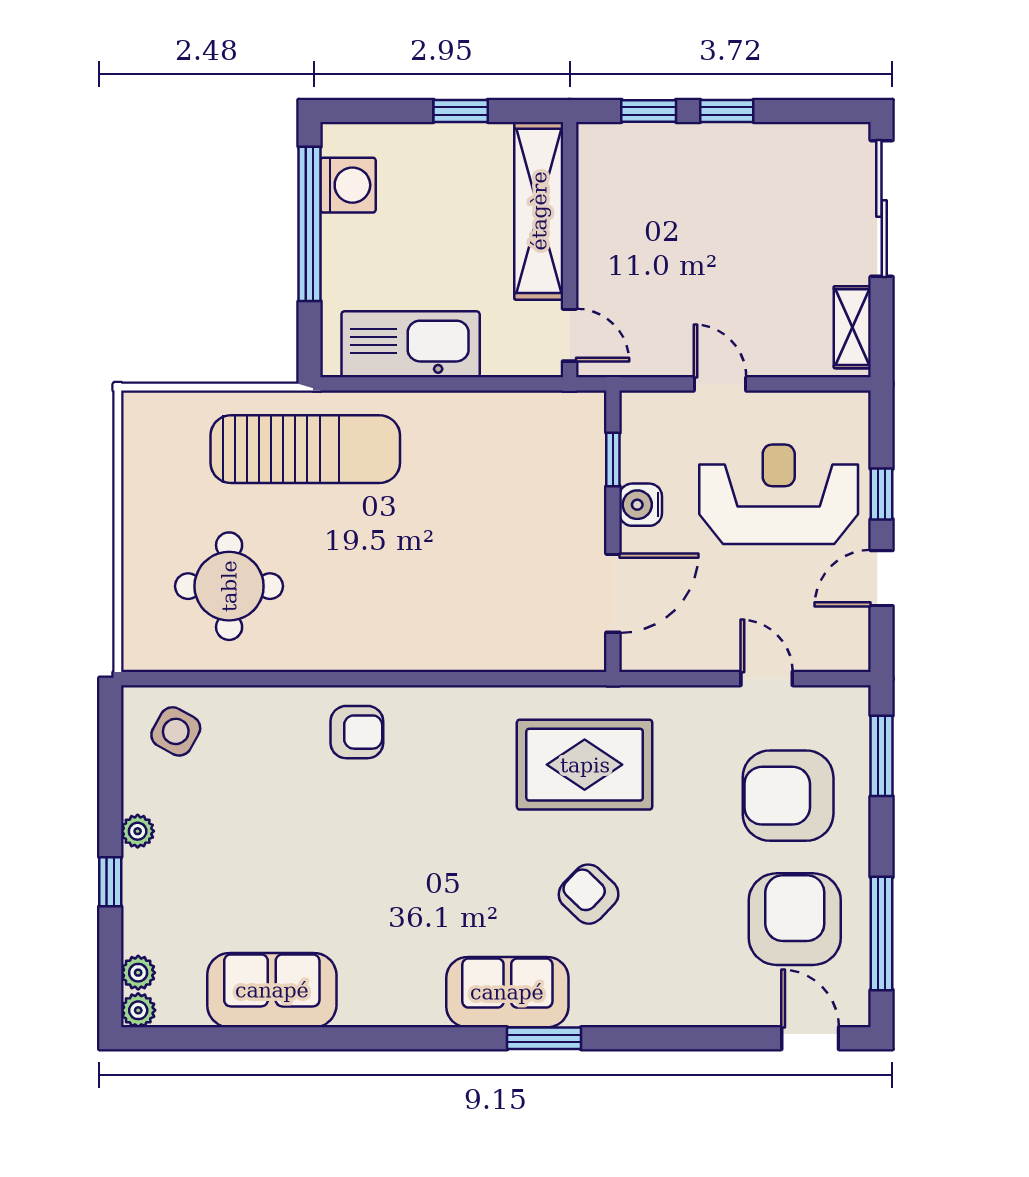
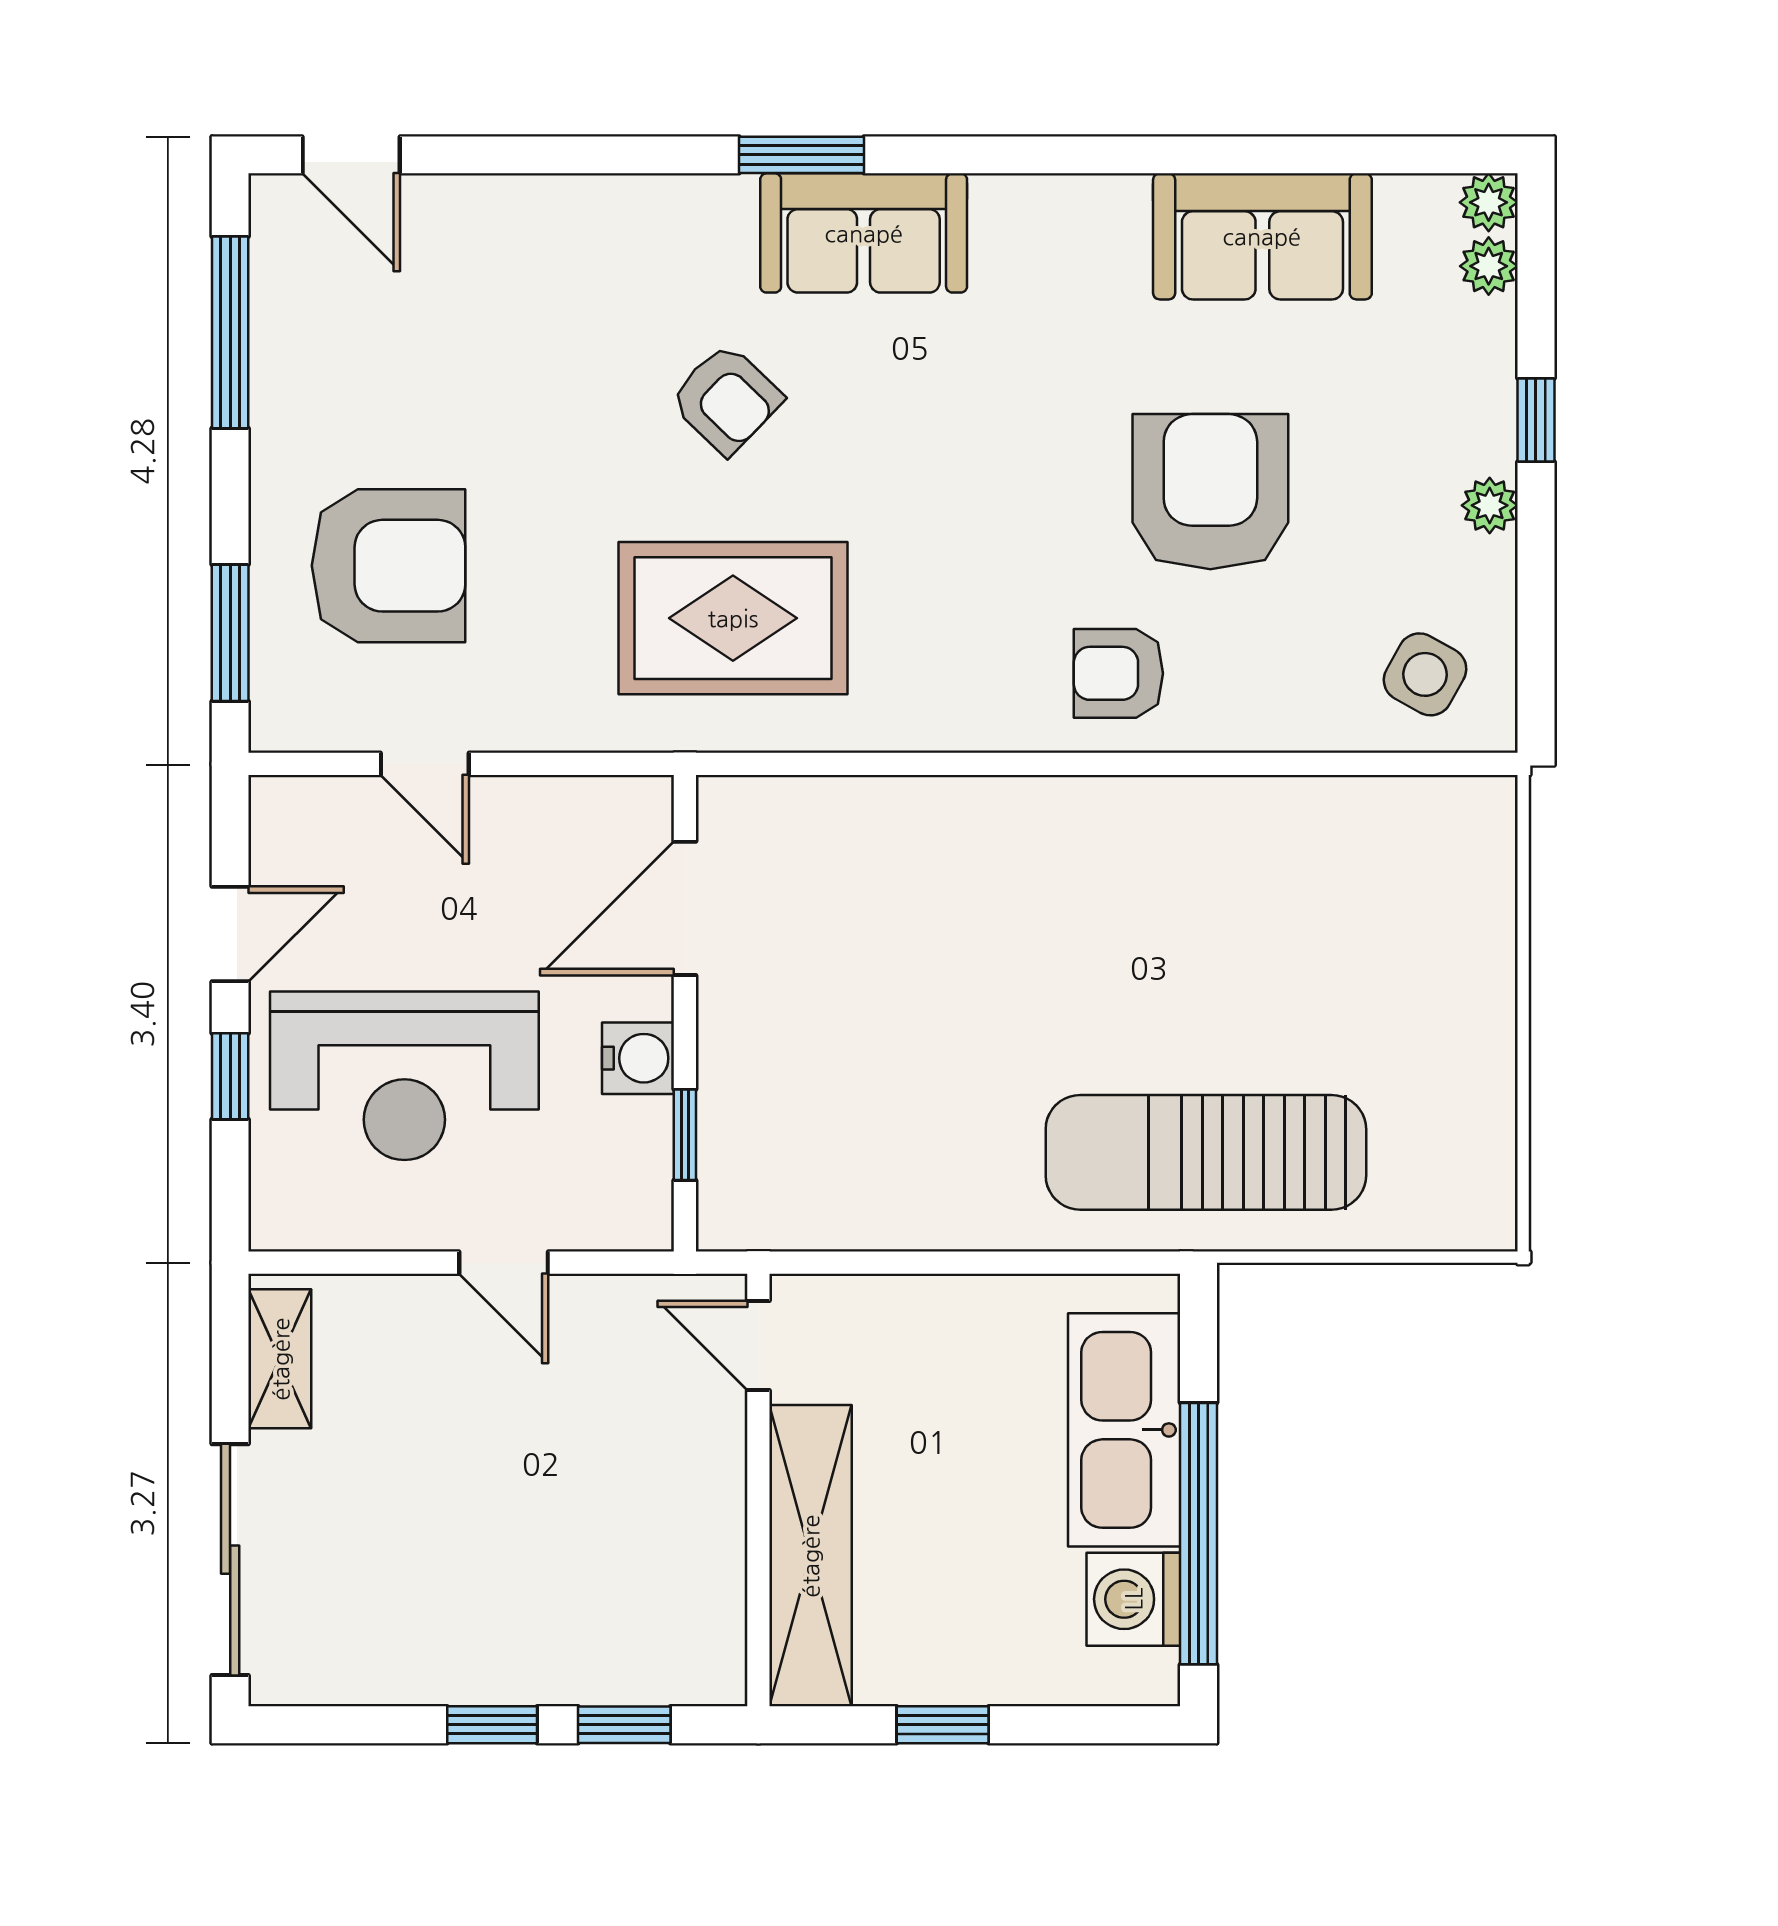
kitchen sink: (411, 344) -> (1124, 1430), moved, turned 90
round table: (229, 586) -> (1335, 920), removed
armchair: (795, 919) -> (1210, 492), moved, turned 180

